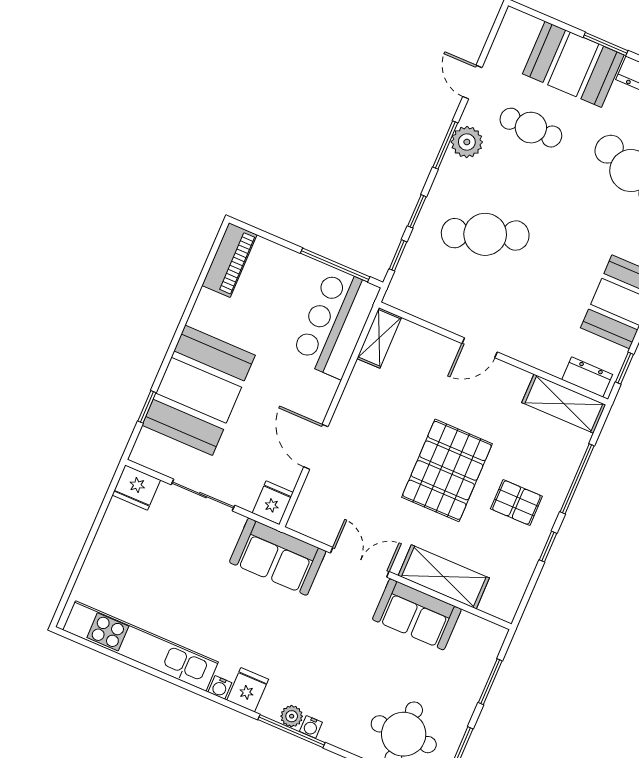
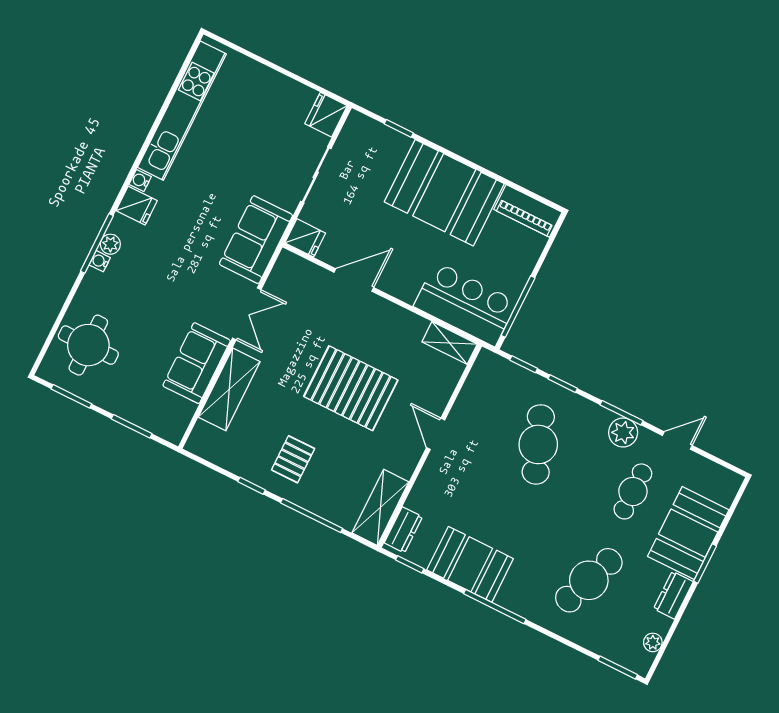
booth: (199, 390) -> (444, 193), moved
pallet: (447, 470) -> (351, 388), moved

